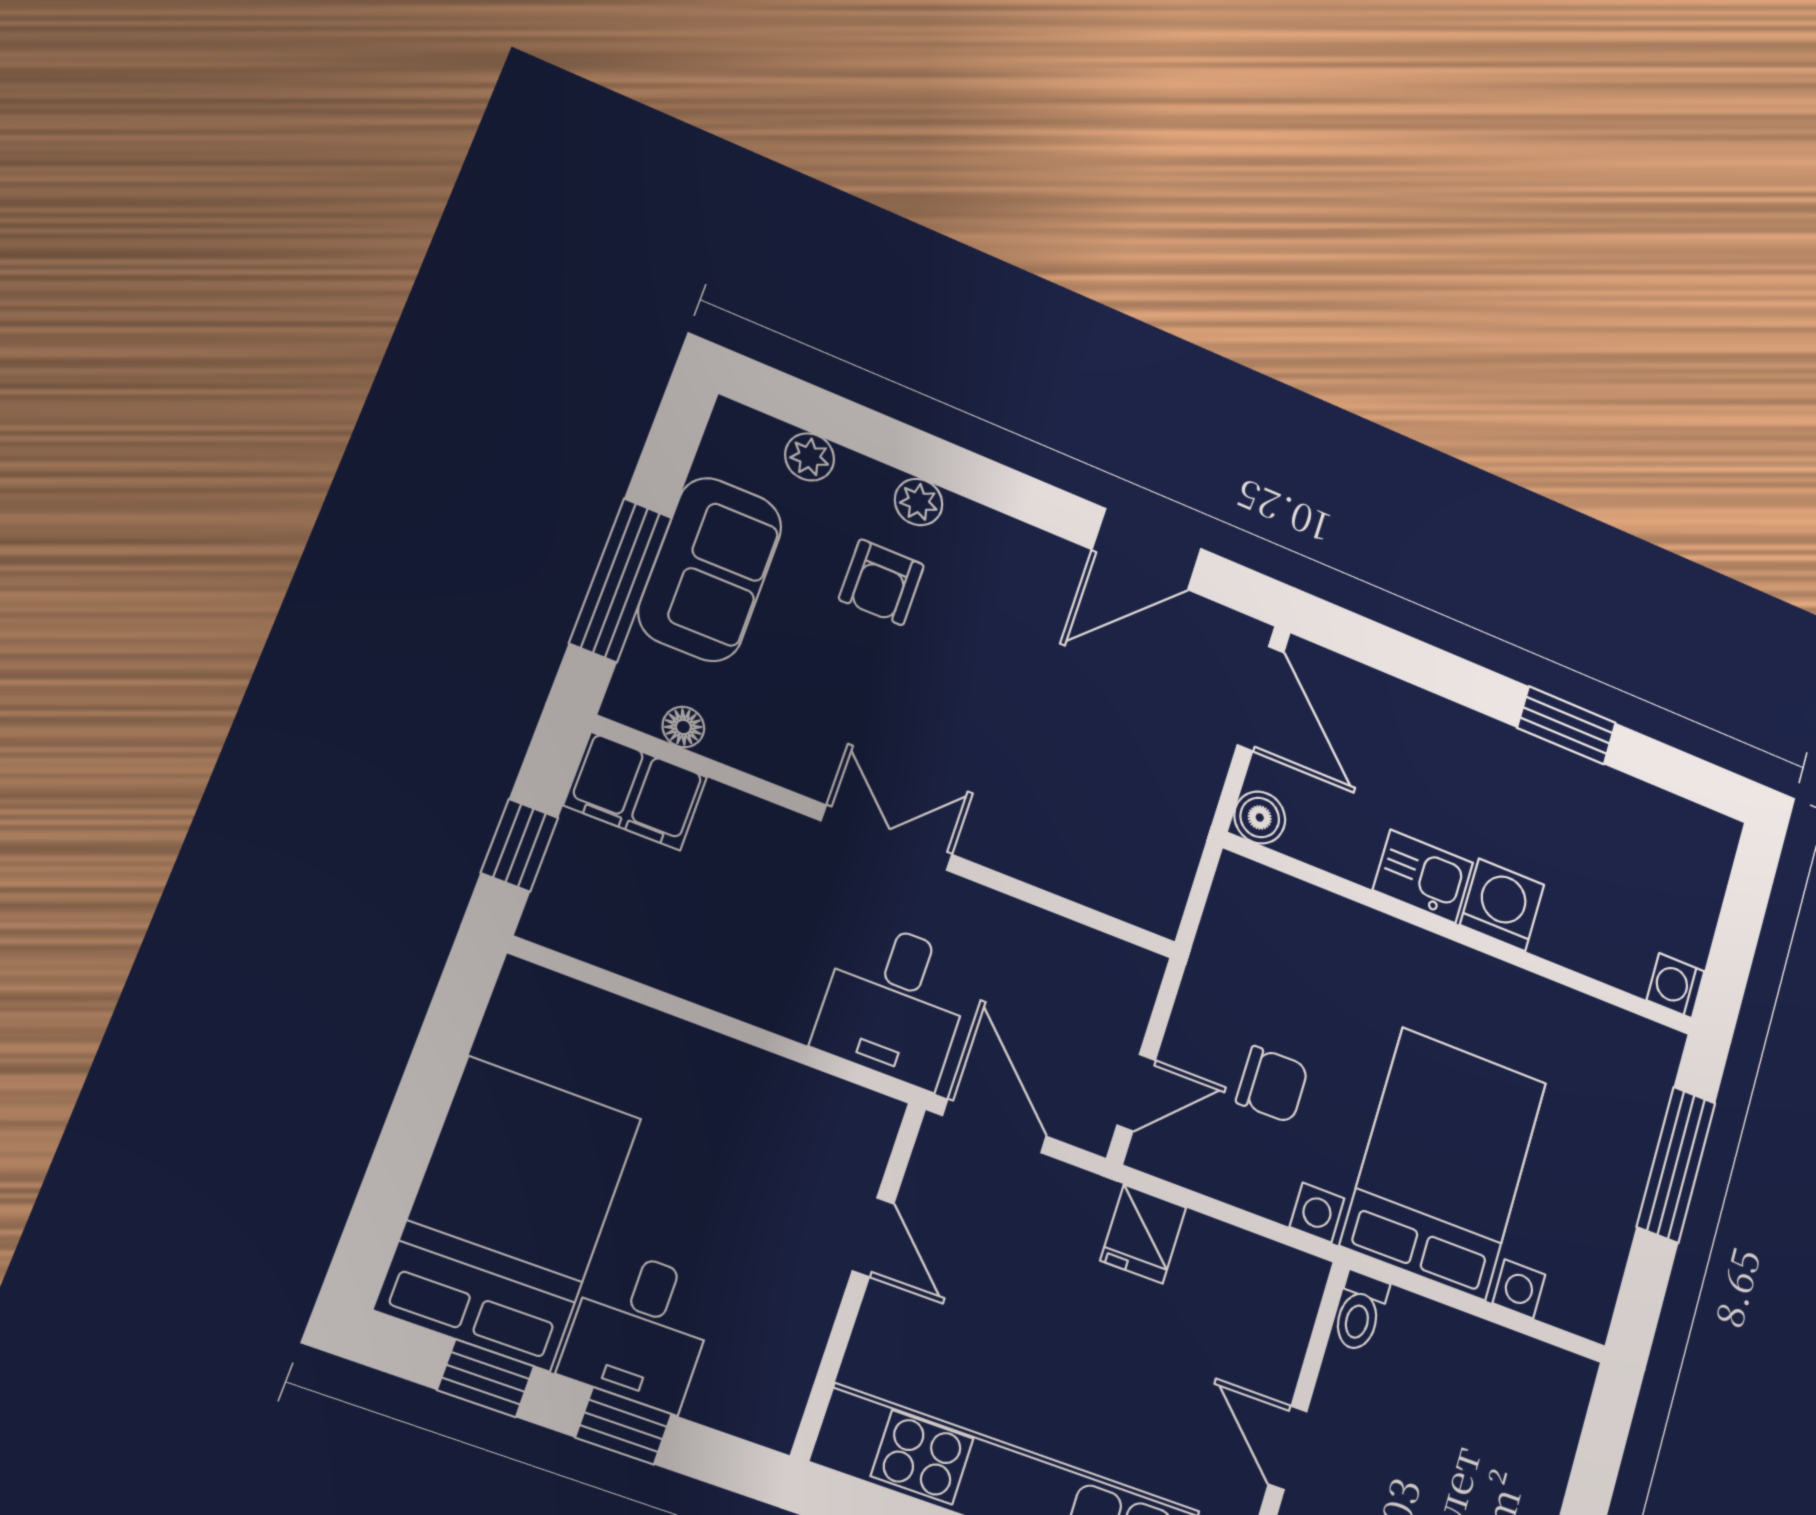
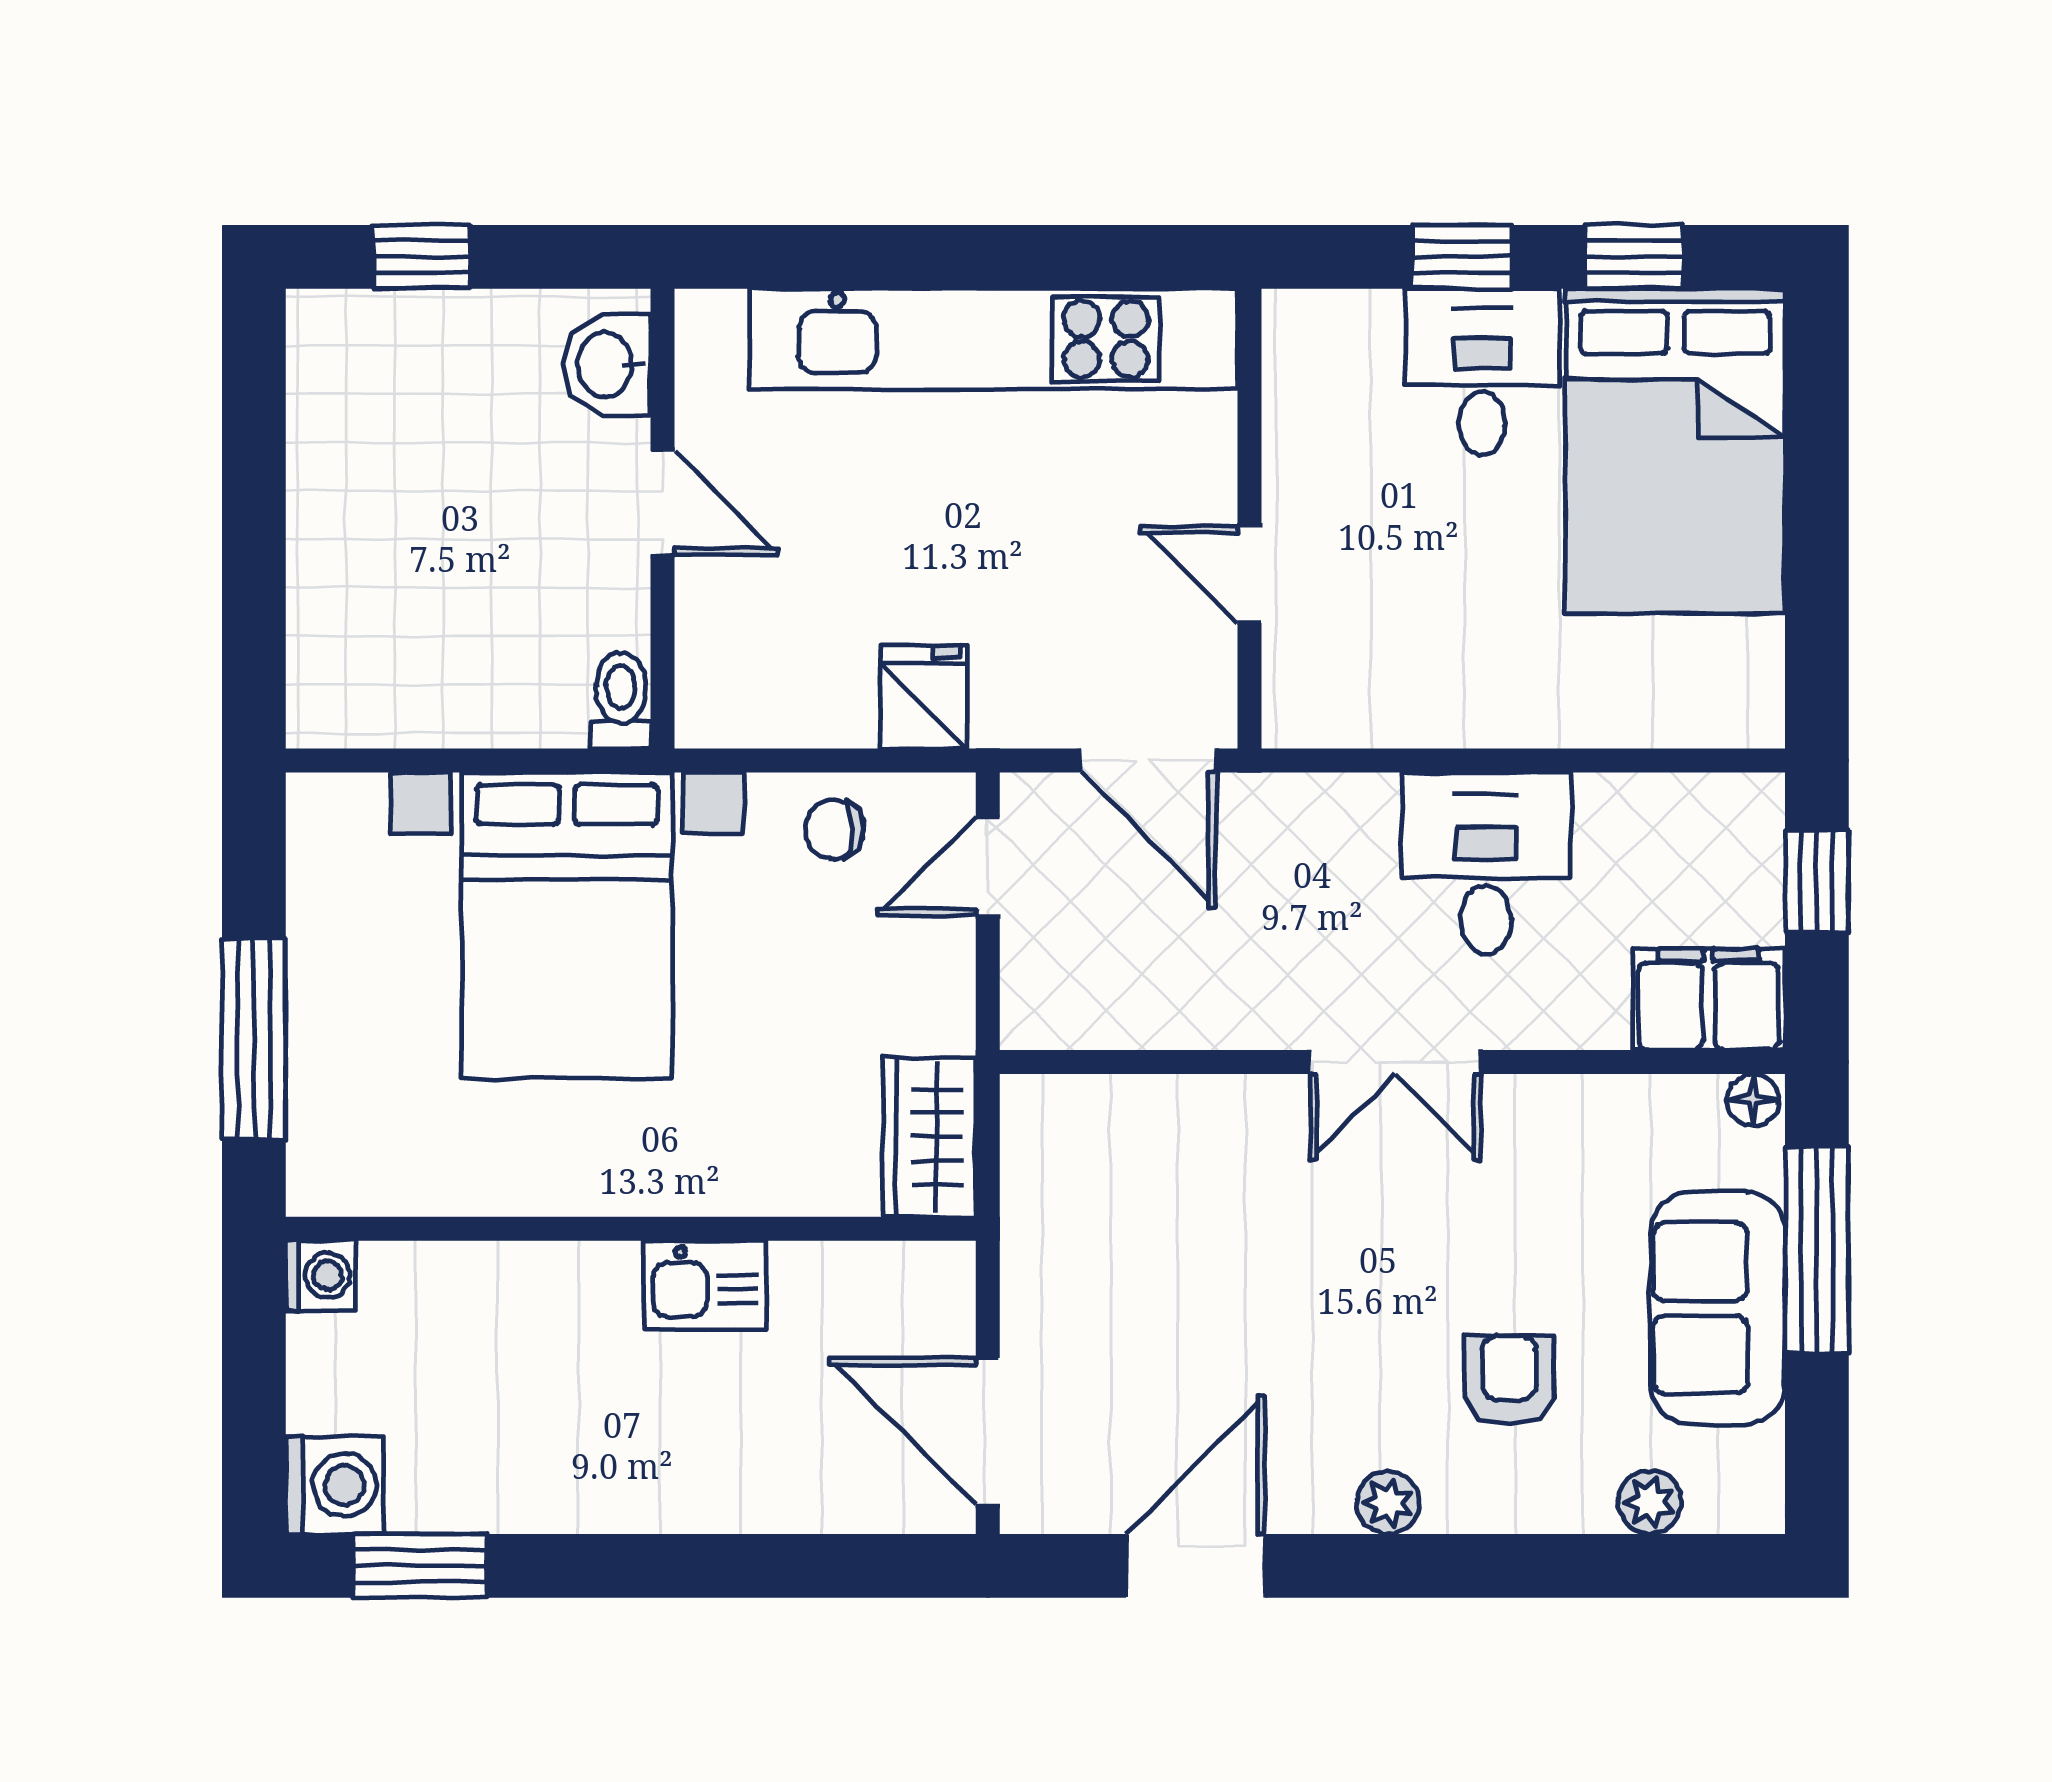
plant: (919, 502) -> (1388, 1503), moved
window: (1566, 725) -> (420, 1566), moved
floor lamp: (683, 727) -> (1753, 1100), moved
boiler: (1260, 818) -> (941, 1276), removed
washing machine: (1502, 905) -> (335, 1485), moved, turned -90
wardrobe: (1238, 917) -> (929, 1137), added
desk: (894, 1003) -> (1486, 863), moved
chair: (1272, 1084) -> (834, 829), moved, width x0.73, depth x0.73

